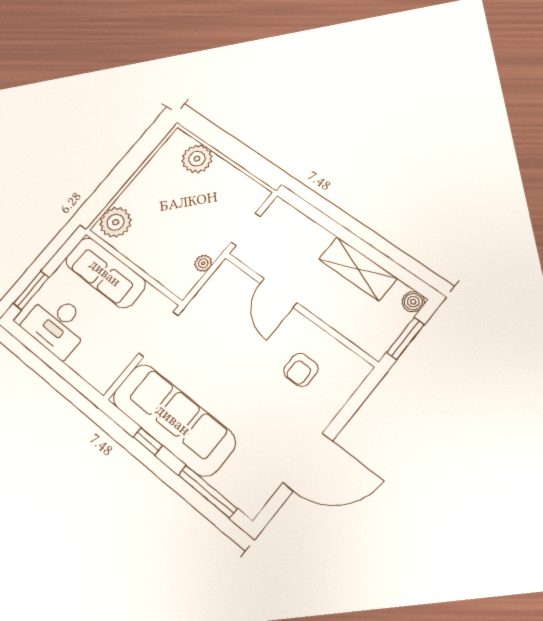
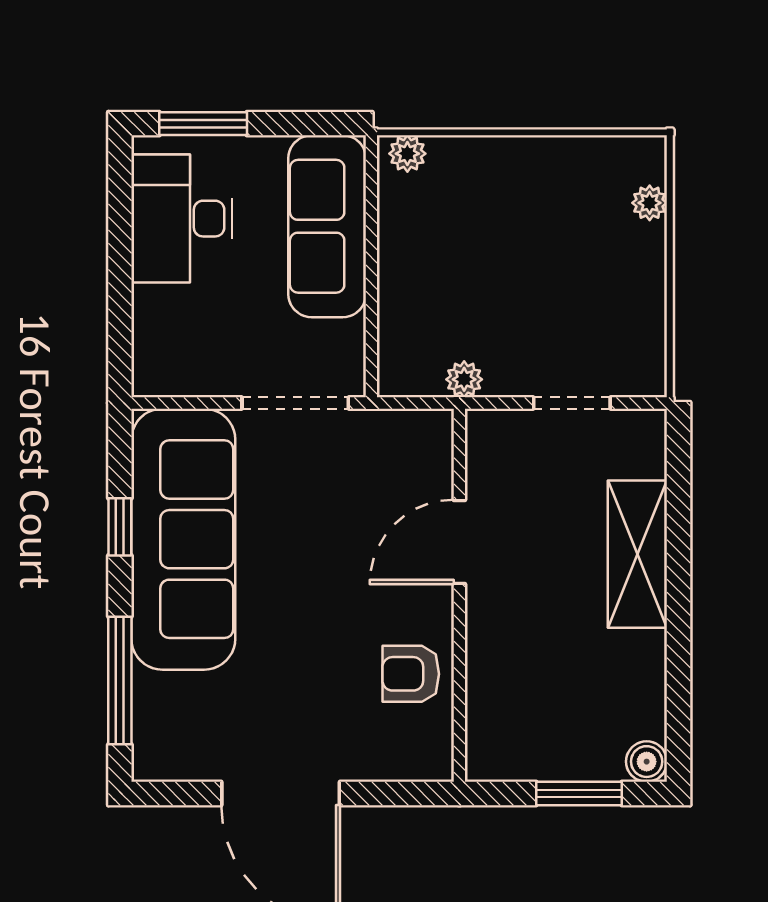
plant: (197, 159) -> (650, 203), width x0.53, depth x0.53
plant: (116, 222) -> (407, 154), width x0.53, depth x0.53
shelving: (358, 269) -> (637, 554), moved
door: (278, 293) -> (459, 542), moved
wall: (300, 308) -> (459, 595), moved

